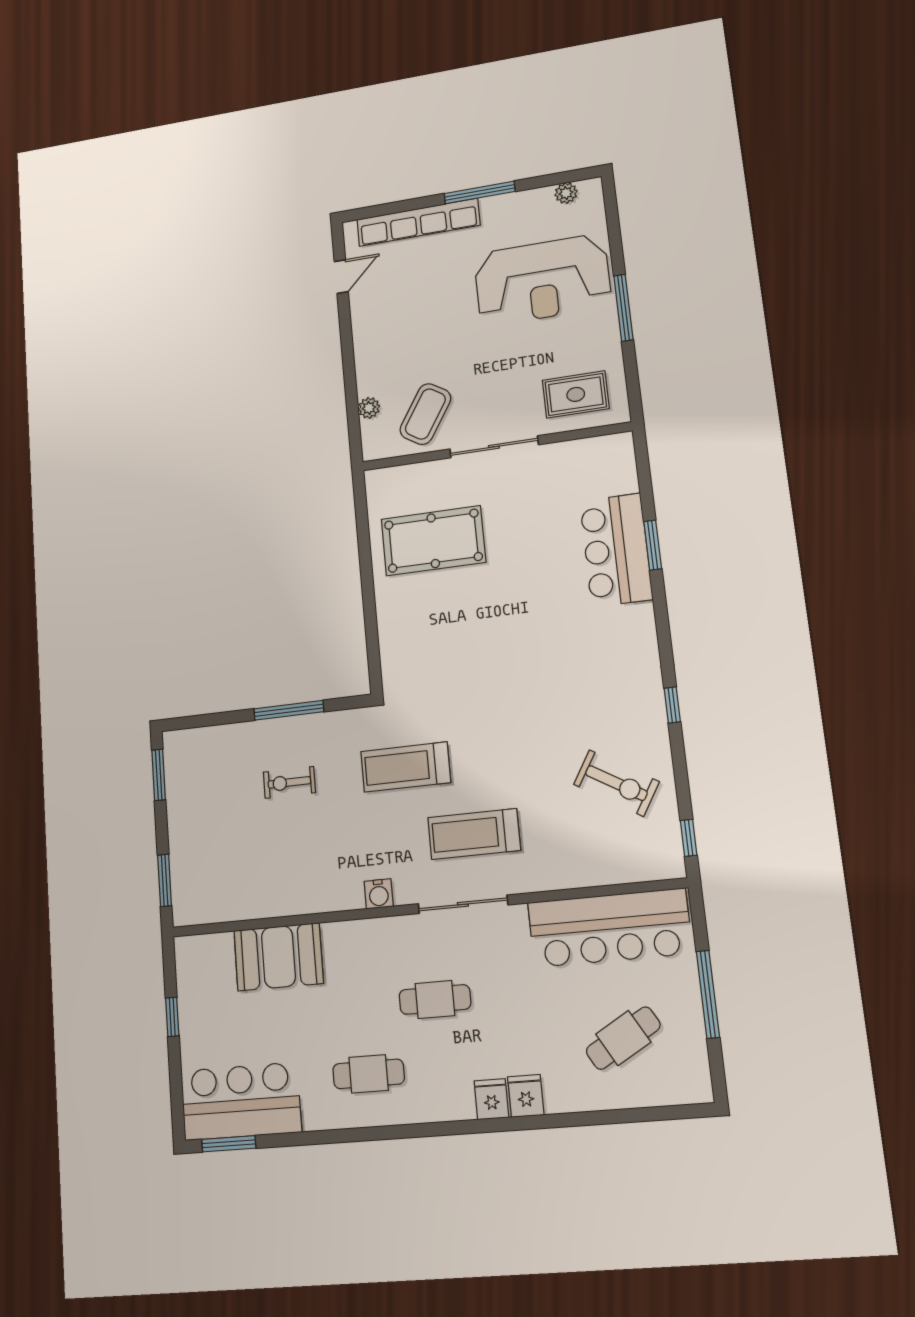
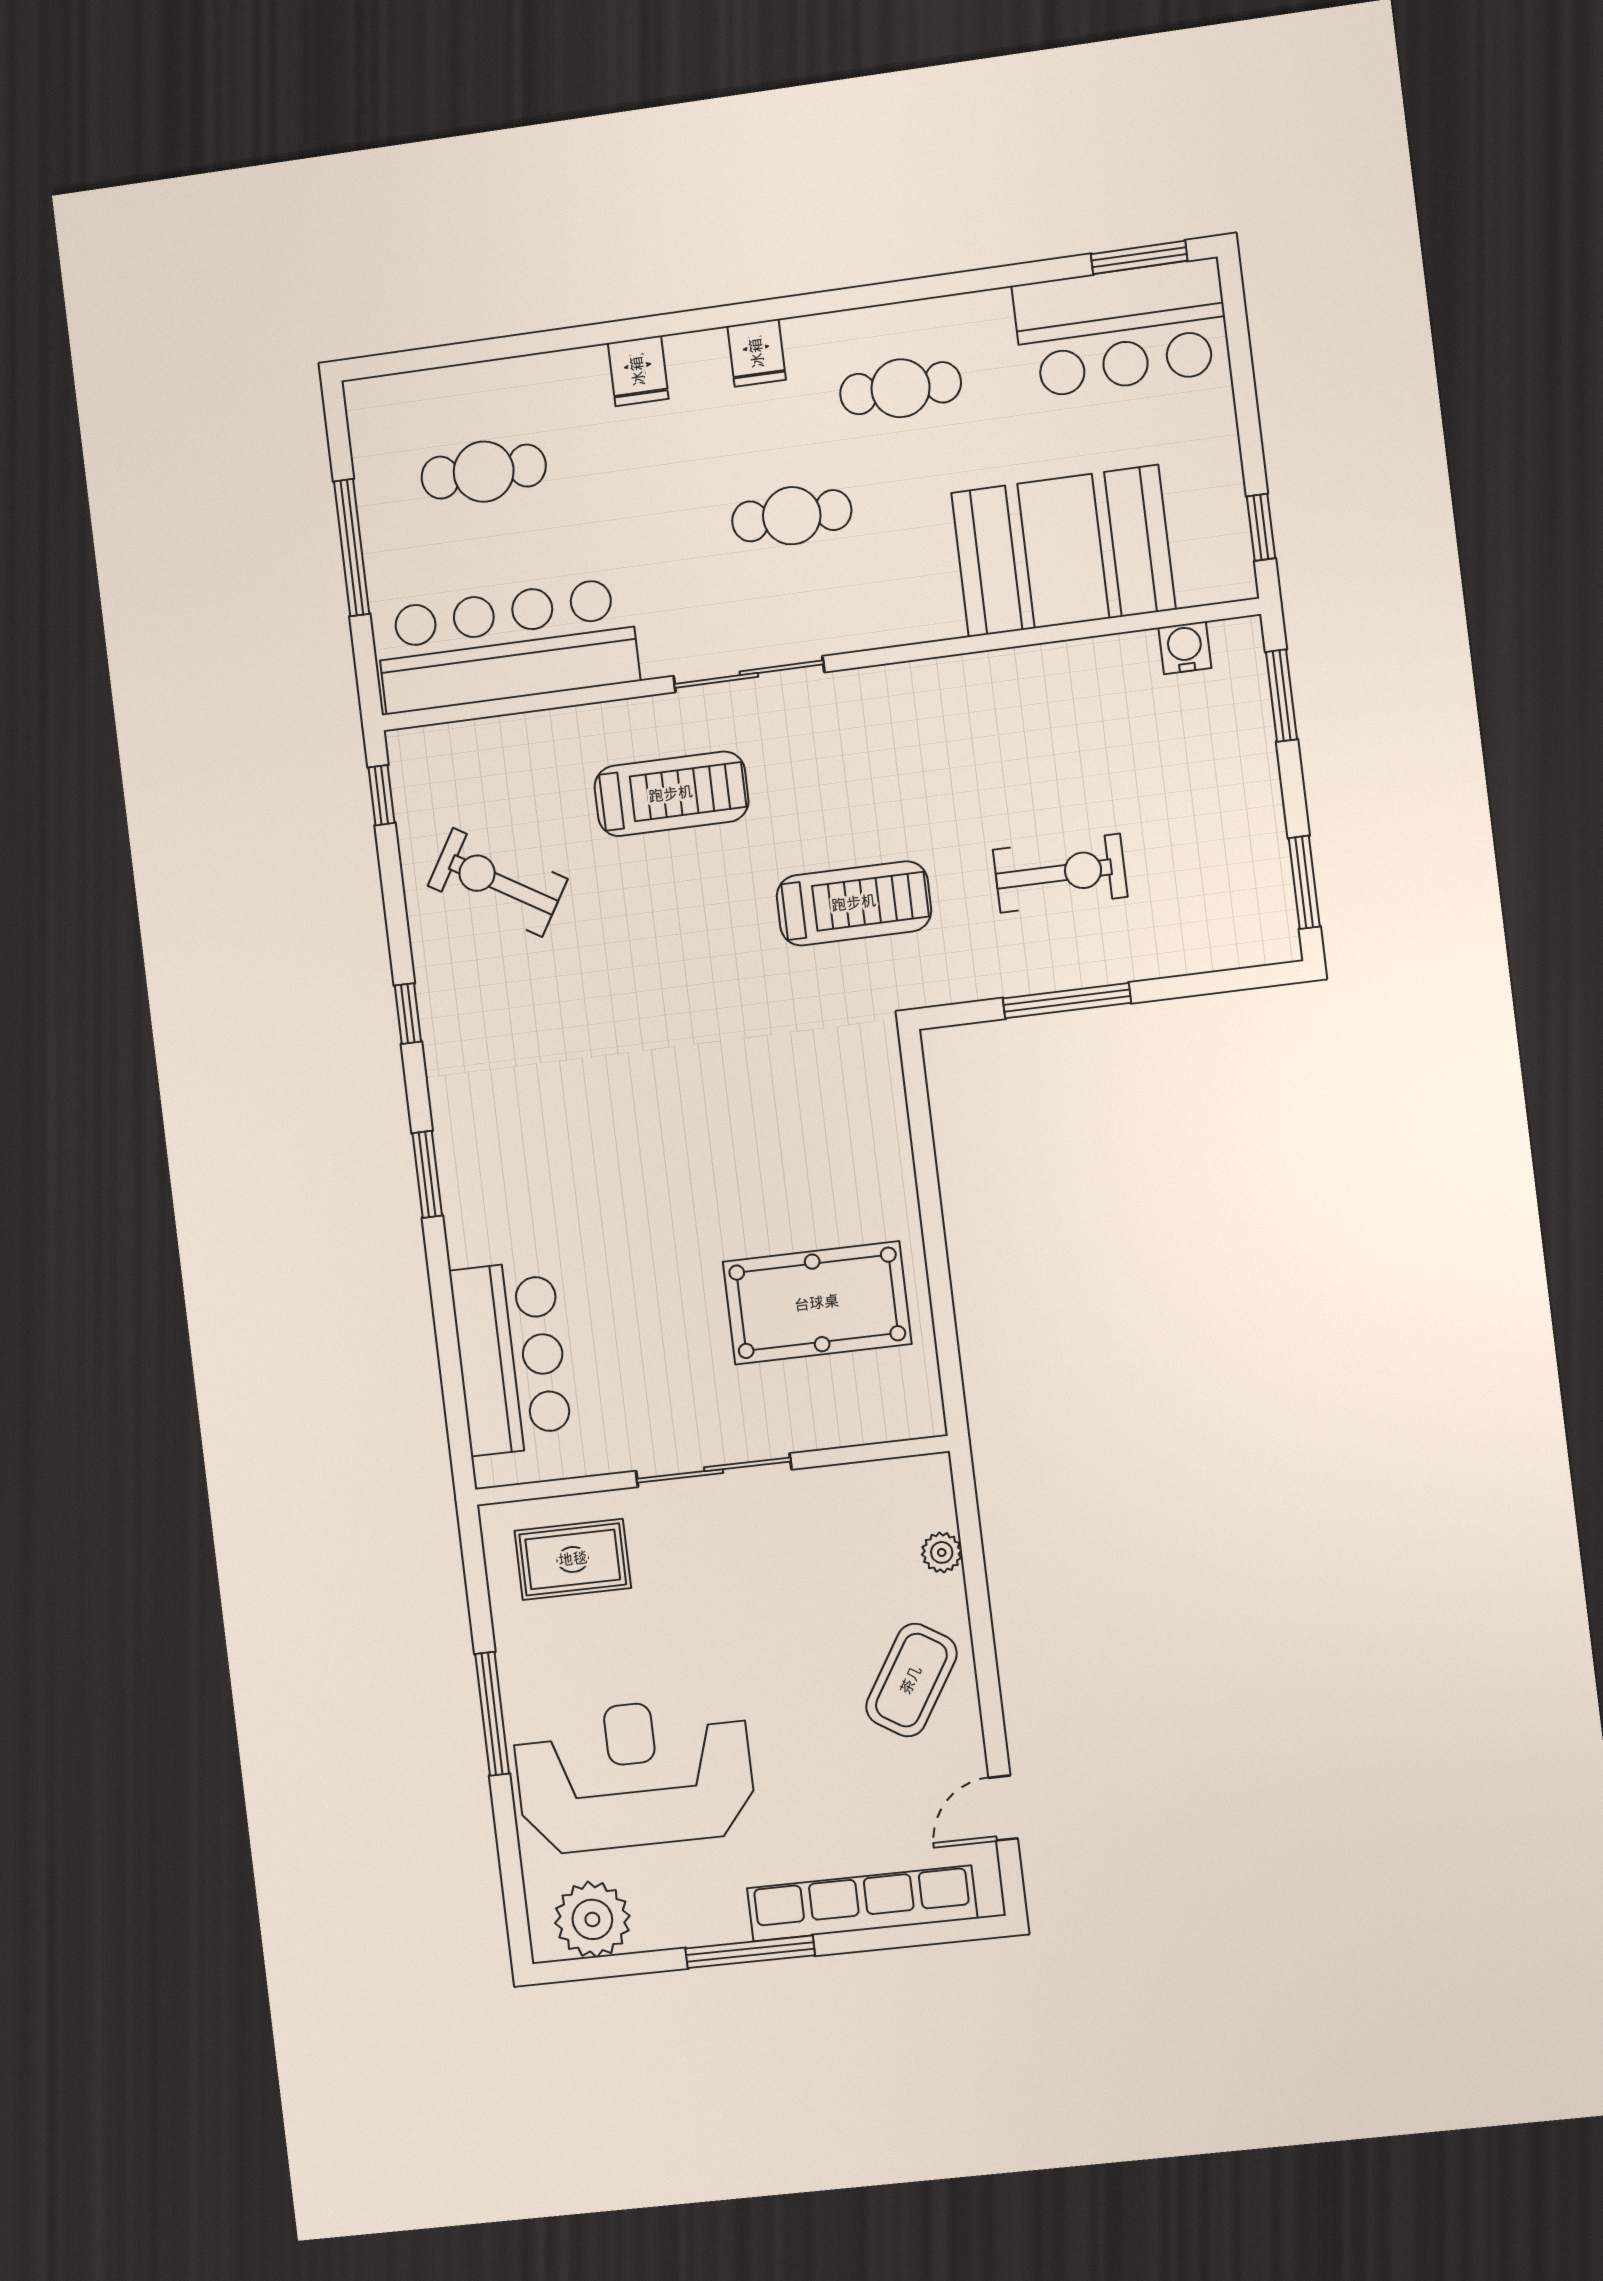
plant: (566, 193) -> (592, 1919), width x1.87, depth x1.87
coffee table: (425, 414) -> (911, 1680), moved
window: (653, 545) -> (427, 1174), moved
bar counter: (616, 550) -> (511, 1358), moved
exercise bike: (289, 782) -> (1060, 873), width x1.38, depth x1.39
treadmill: (474, 834) -> (671, 794), moved
water cooler: (379, 894) -> (1185, 648), moved
booth: (278, 957) -> (1063, 551), width x1.36, depth x1.42
window: (172, 1017) -> (1261, 527), moved
cafe table: (623, 1038) -> (484, 472), turned 30
fridge: (491, 1099) -> (757, 353), moved

